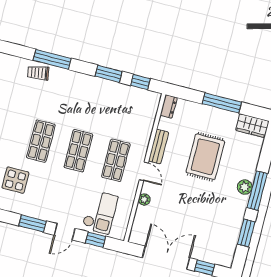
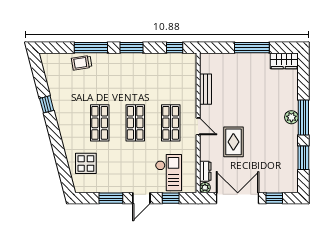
window: (108, 74) -> (132, 48), moved
dresser: (169, 106) -> (205, 171), moved
bench: (158, 147) -> (205, 89), moved
rug: (205, 157) -> (233, 142), moved, width x0.73, depth x0.70
plant: (144, 200) -> (205, 188), moved

